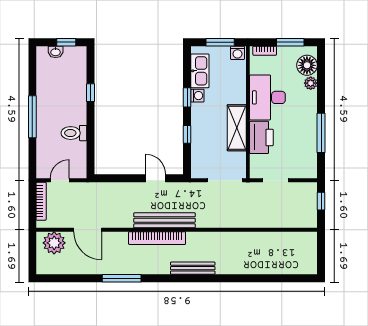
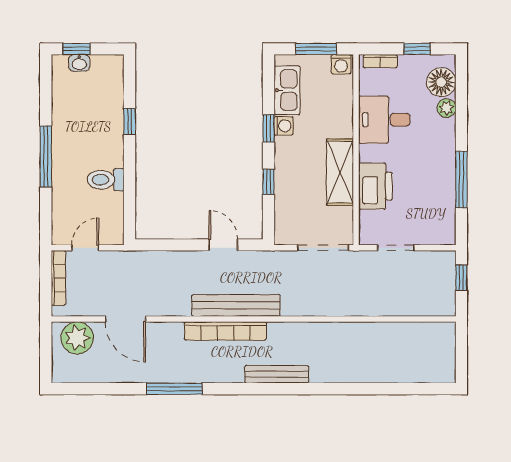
window: (66, 42) -> (76, 49), moved
window: (290, 42) -> (417, 49), width x0.67
desk: (267, 97) -> (384, 120), width x0.73

